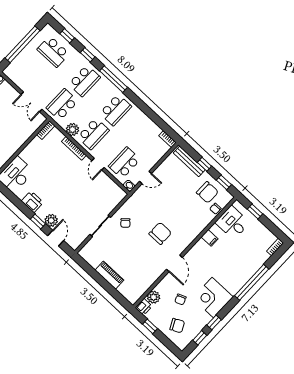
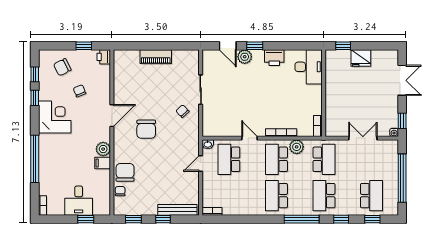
school desk: (53, 52) -> (371, 196), turned 90
double door: (31, 102) -> (363, 138), moved
school desk: (124, 163) -> (229, 159), turned 180
chair: (207, 192) -> (125, 172), moved, turned 90
desk: (233, 223) -> (79, 201), moved, turned 90
door: (174, 263) -> (112, 116), swing flipped
plant: (154, 297) -> (103, 149), moved

